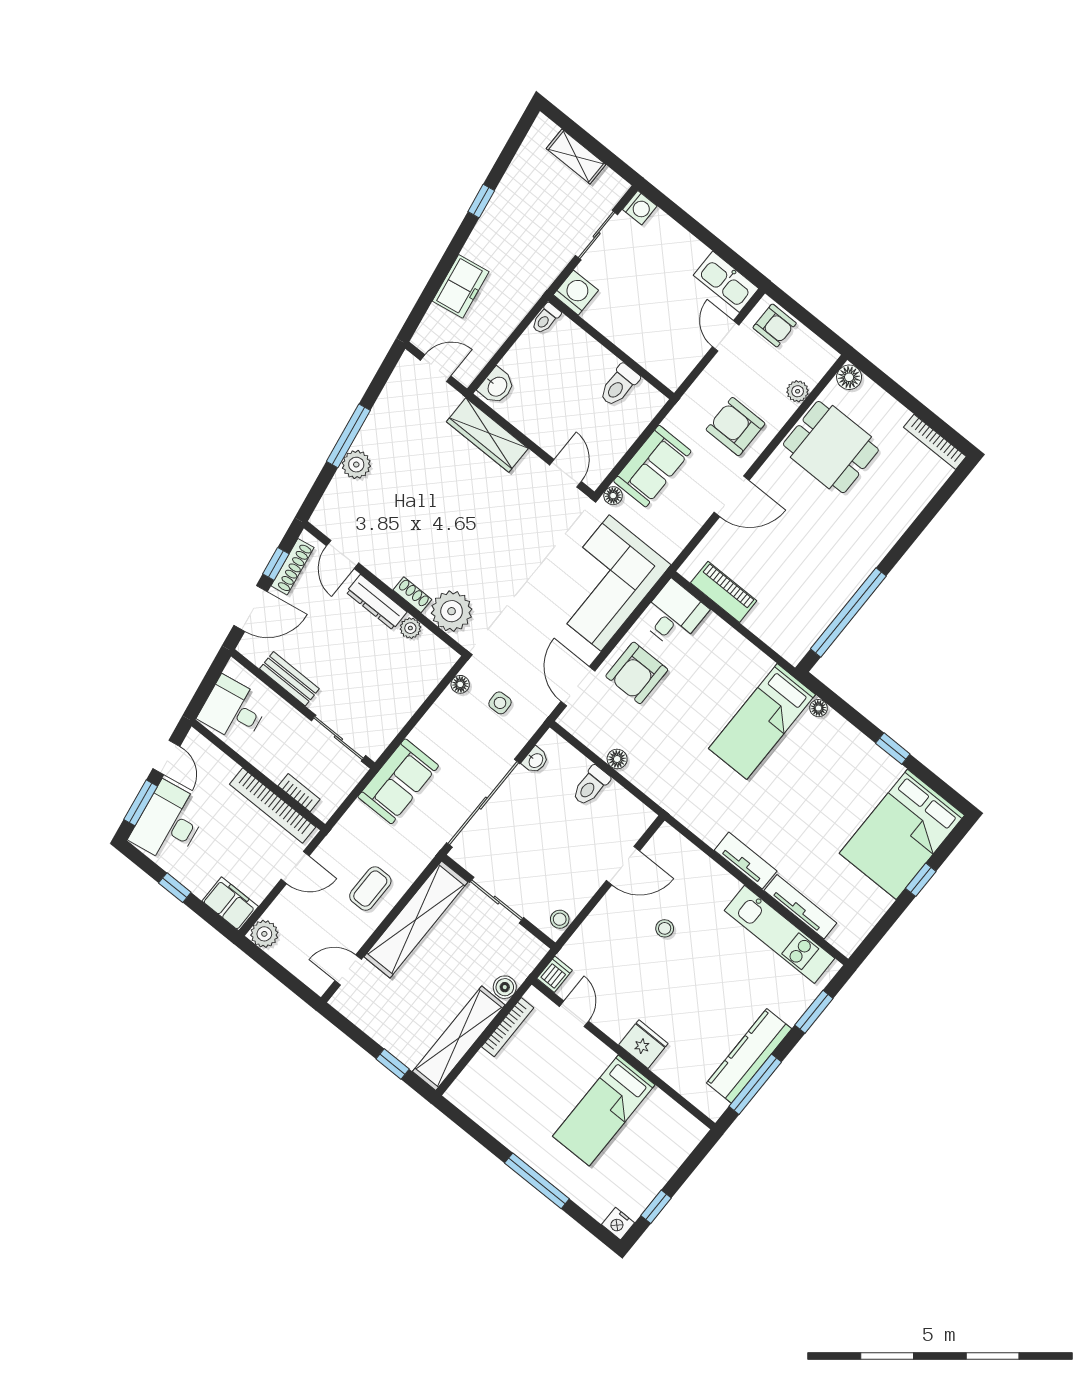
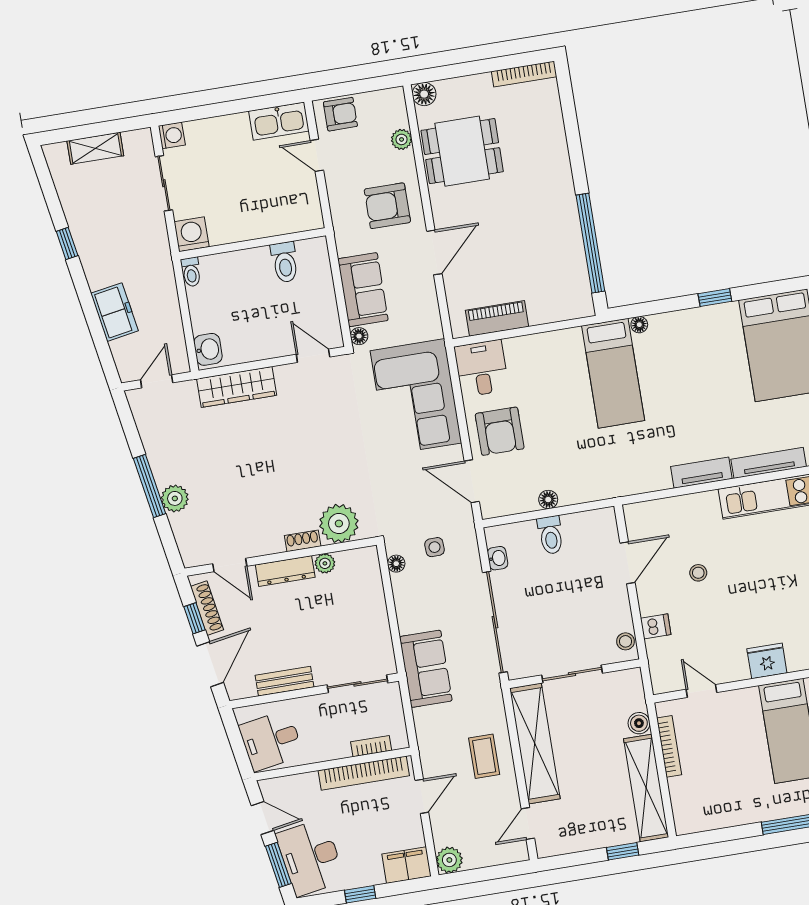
dishwasher: (555, 974) -> (656, 626), moved, turned 90

